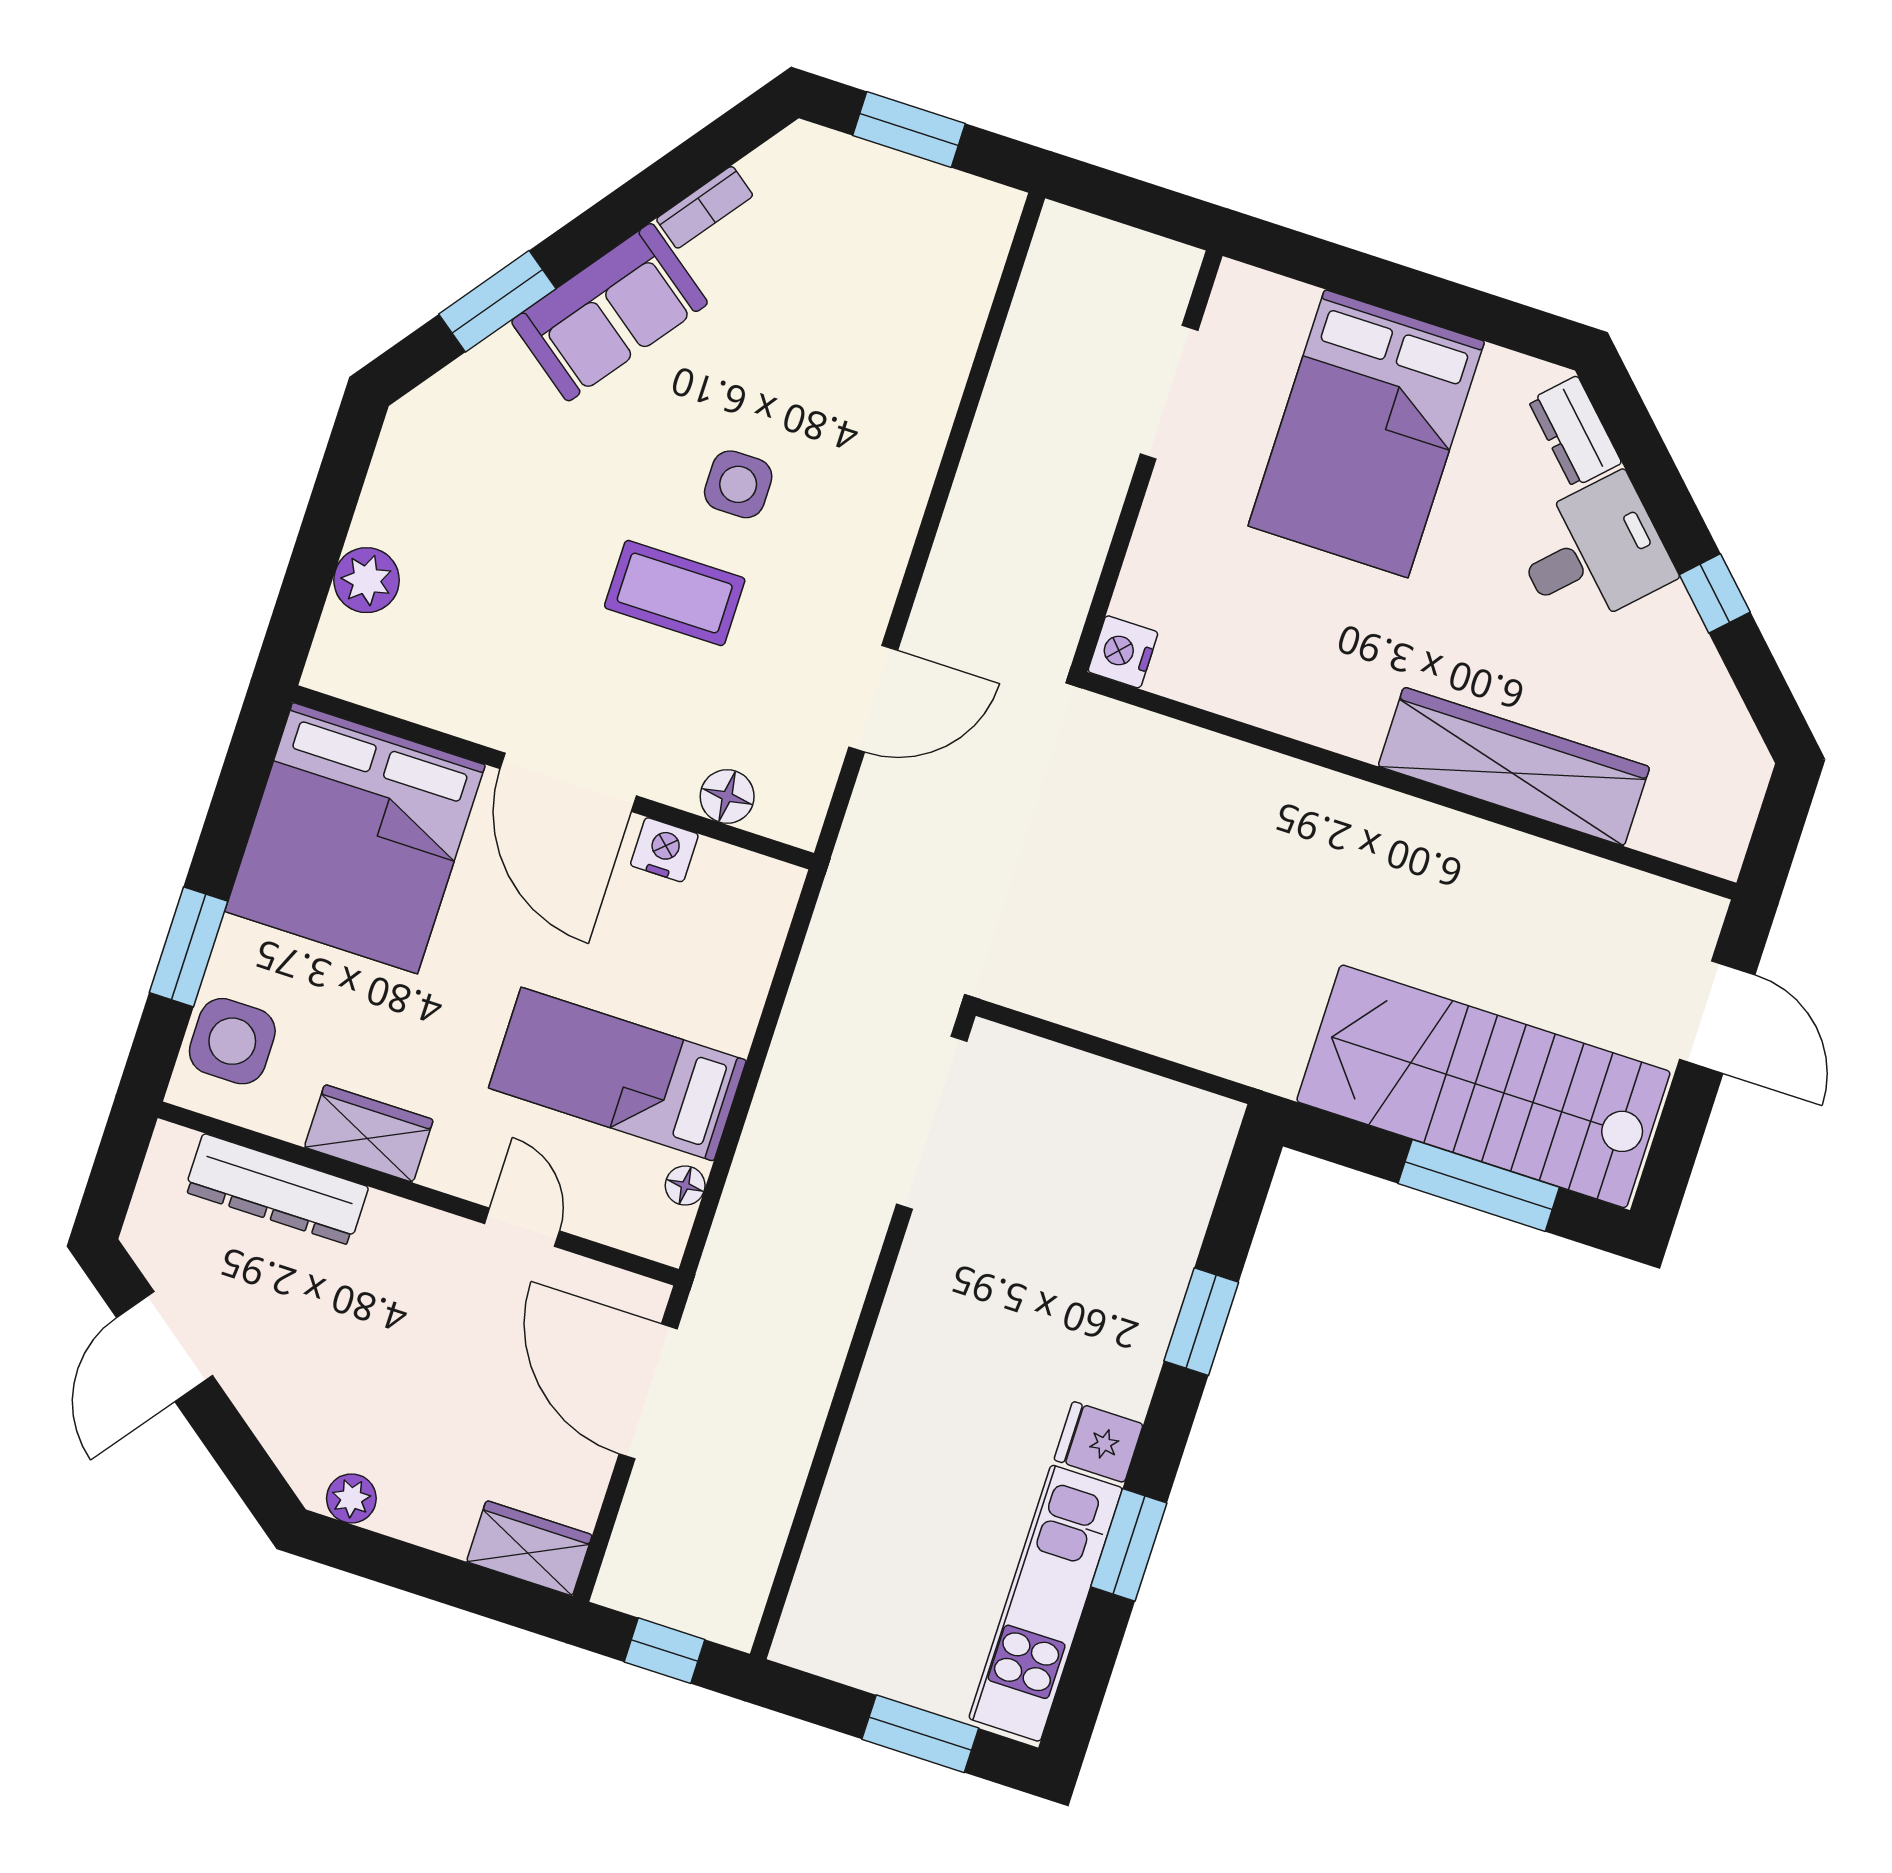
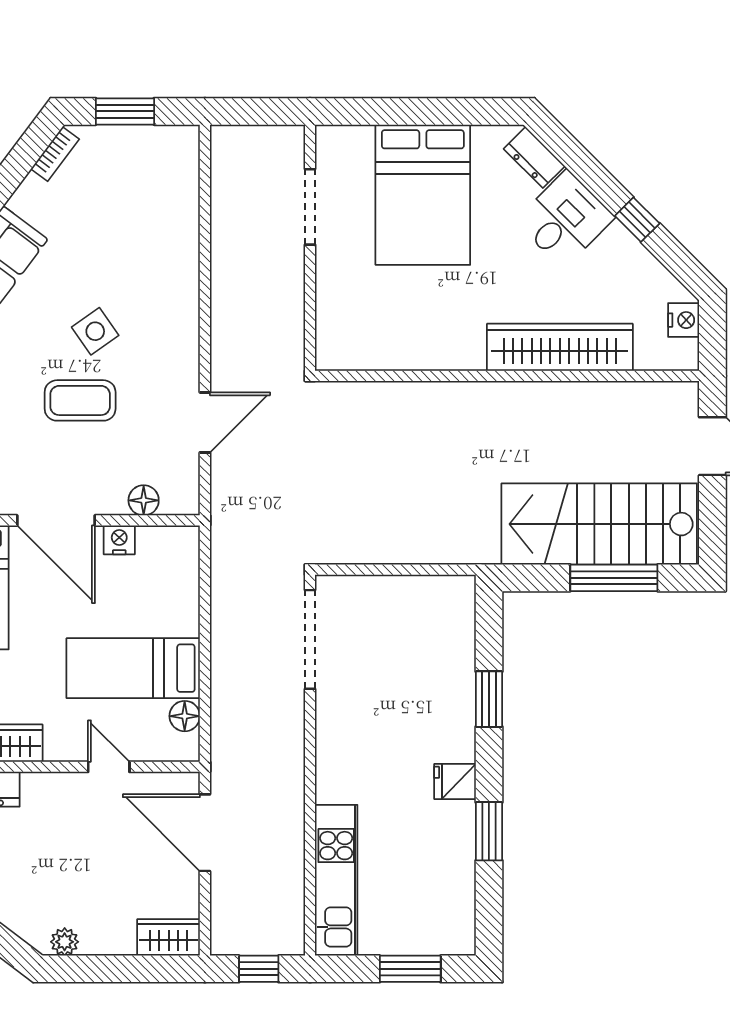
bookcase: (705, 207) -> (55, 154), moved
side table: (738, 484) -> (95, 331), turned -35
nightstand: (1123, 652) -> (684, 320), moved, turned 180
floor lamp: (685, 1186) -> (185, 716), width x1.37, depth x1.37
kitchen unit: (1046, 1603) -> (336, 880), moved, turned 180

